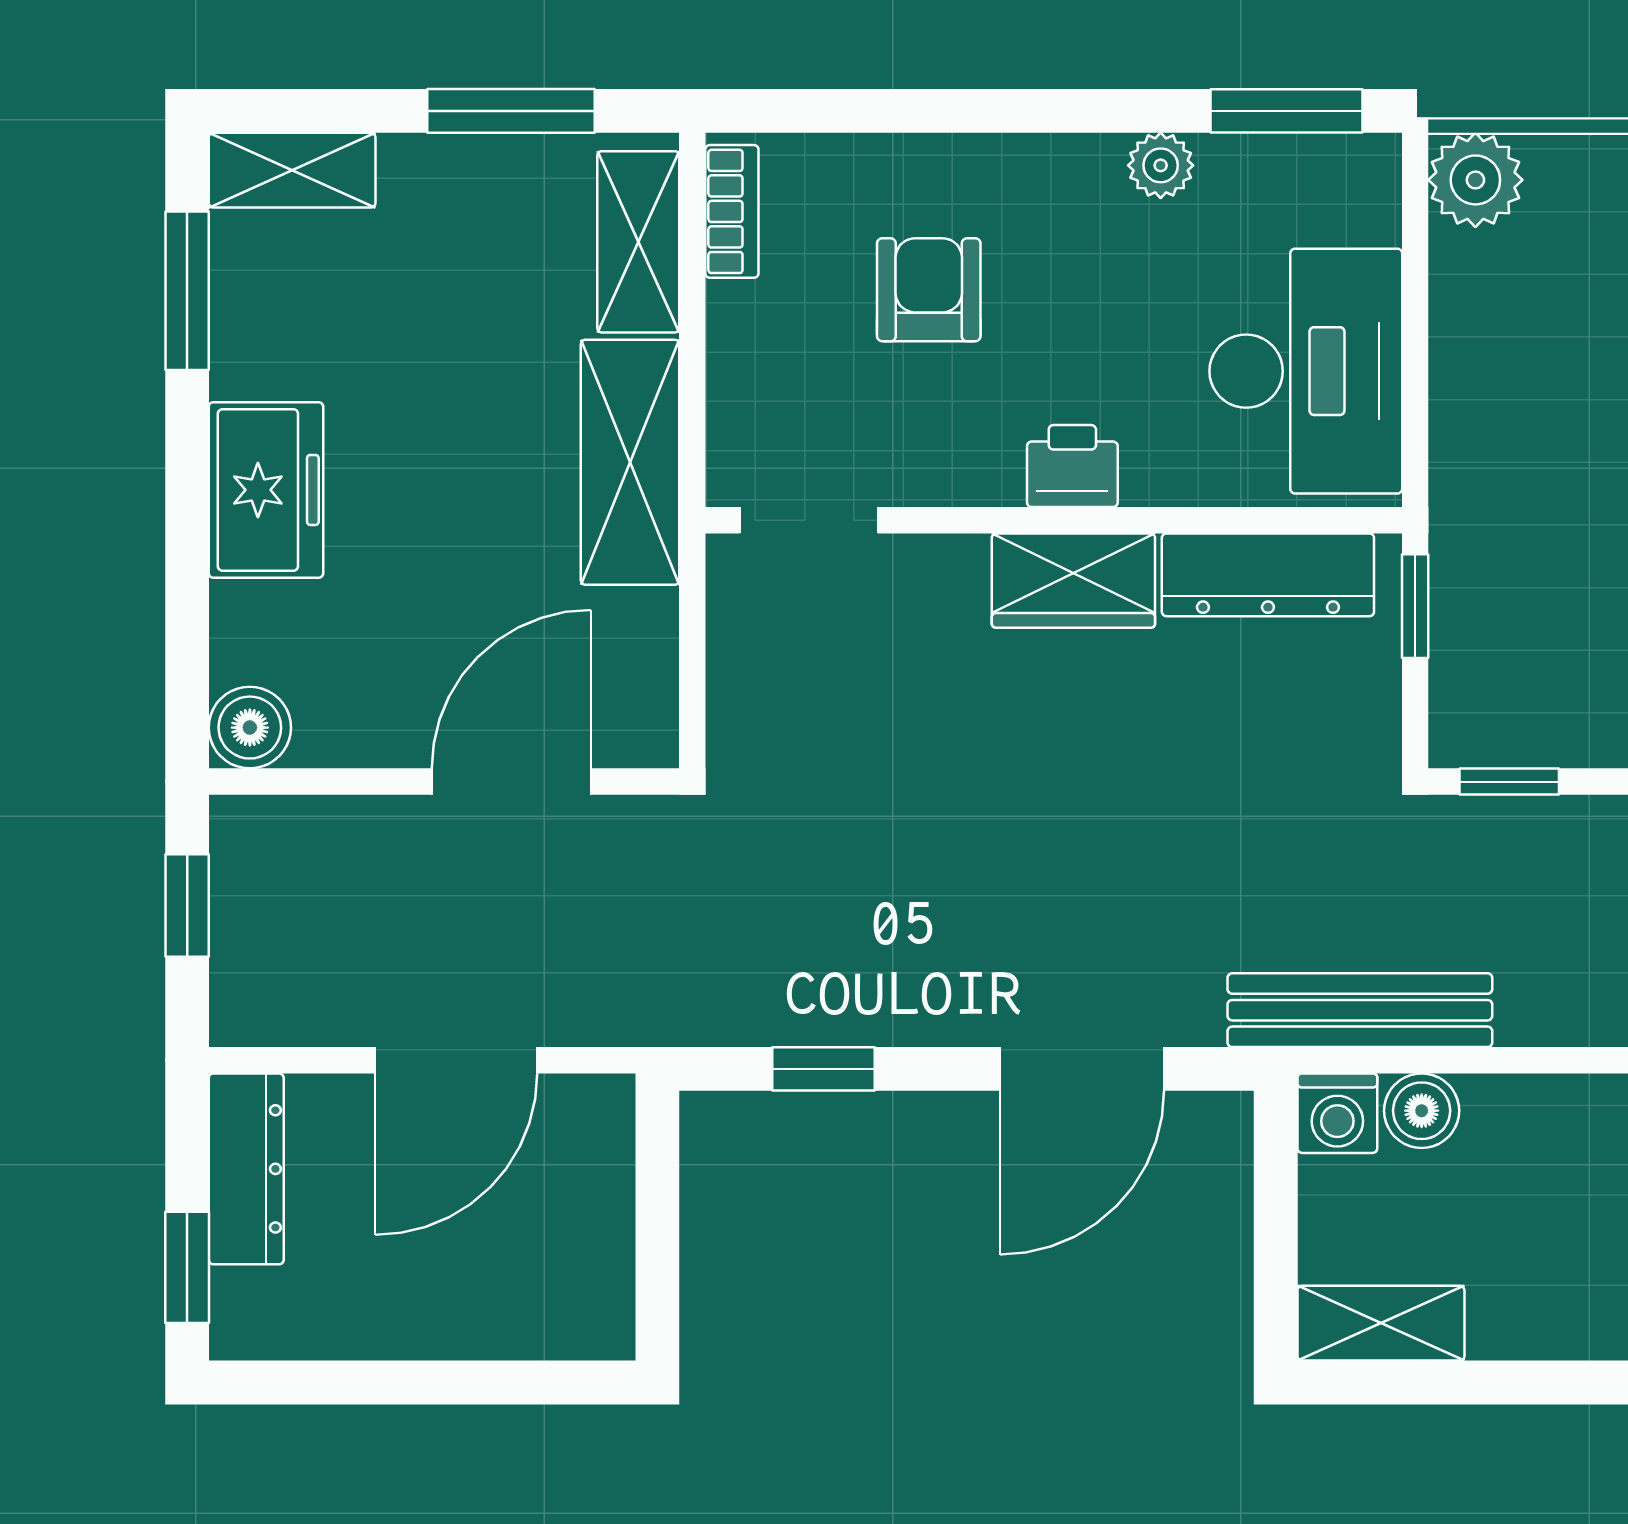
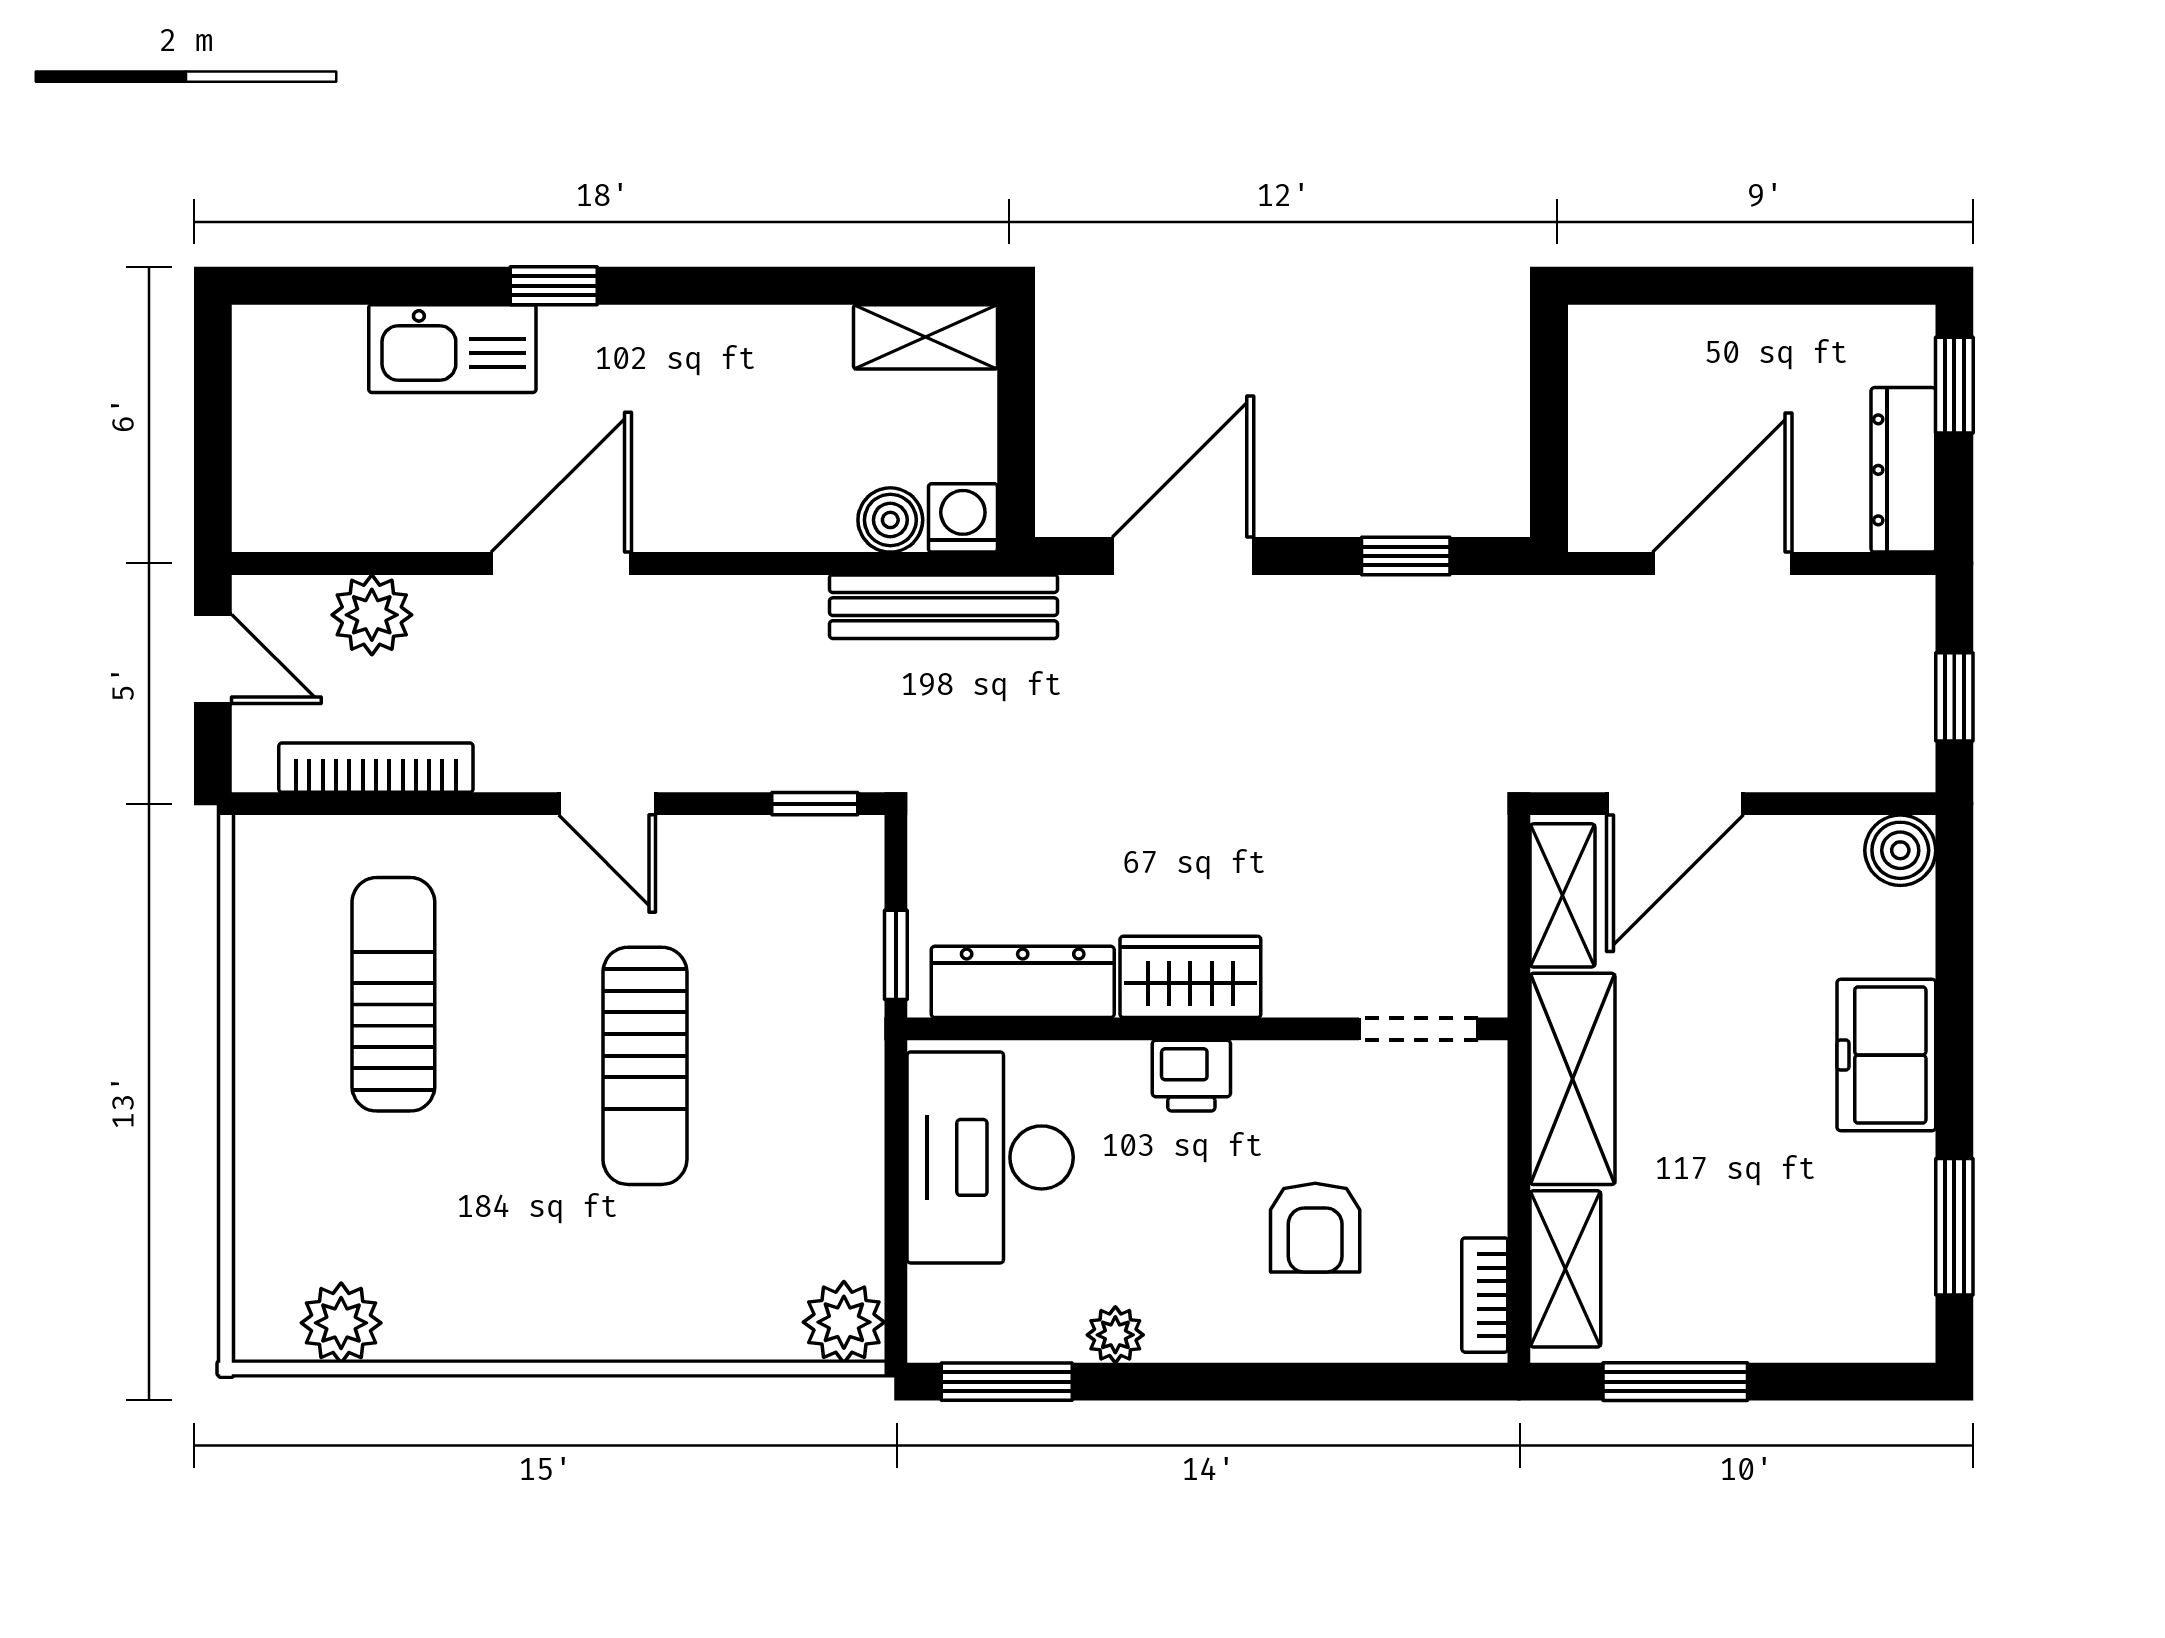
shelving: (292, 170) -> (1563, 895), moved, turned 90

